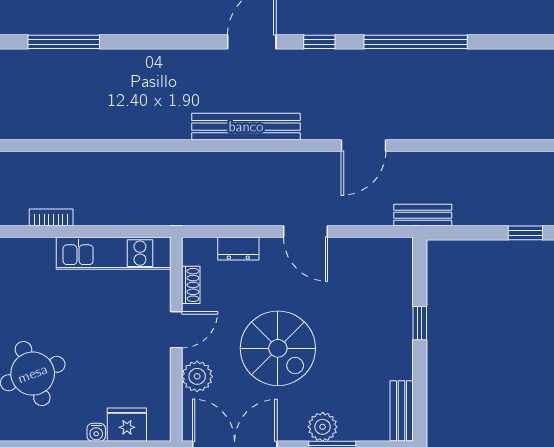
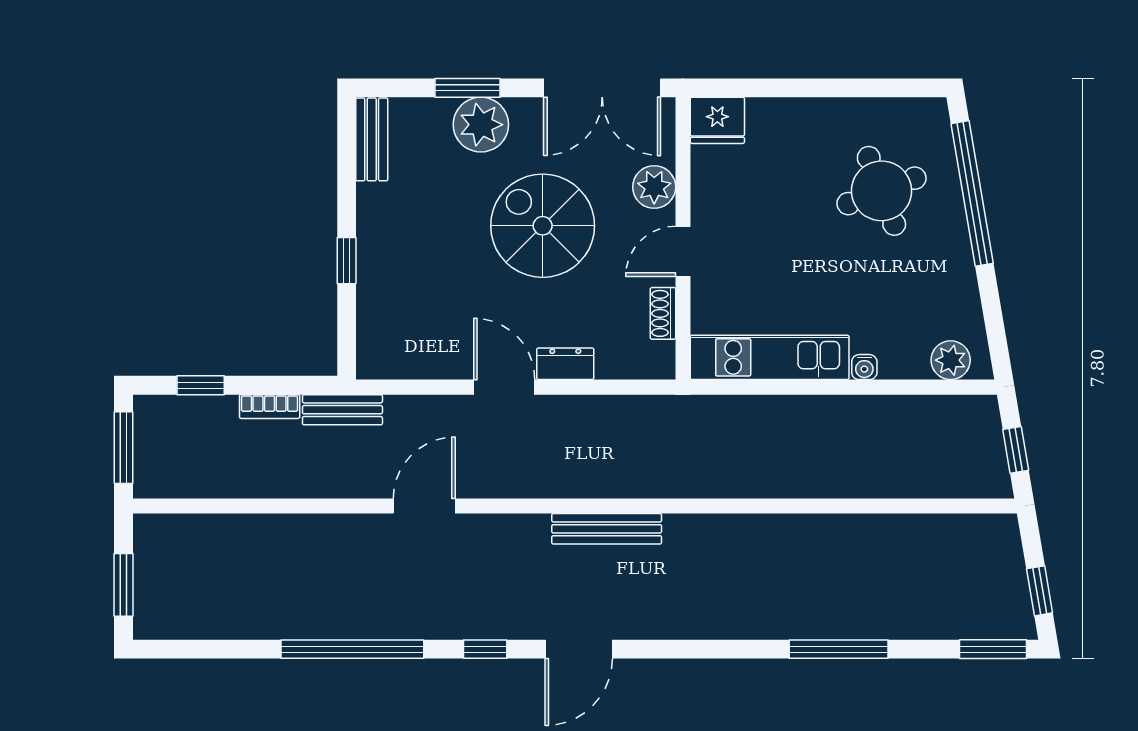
bench: (246, 127) -> (607, 529), width x0.73, depth x0.82
bookcase: (51, 218) -> (270, 407), moved
dresser: (238, 248) -> (565, 364), moved
fridge: (127, 425) -> (717, 120), moved
plant: (323, 427) -> (481, 125), width x1.36, depth x1.36
water cooler: (96, 432) -> (864, 367), moved, turned 180

